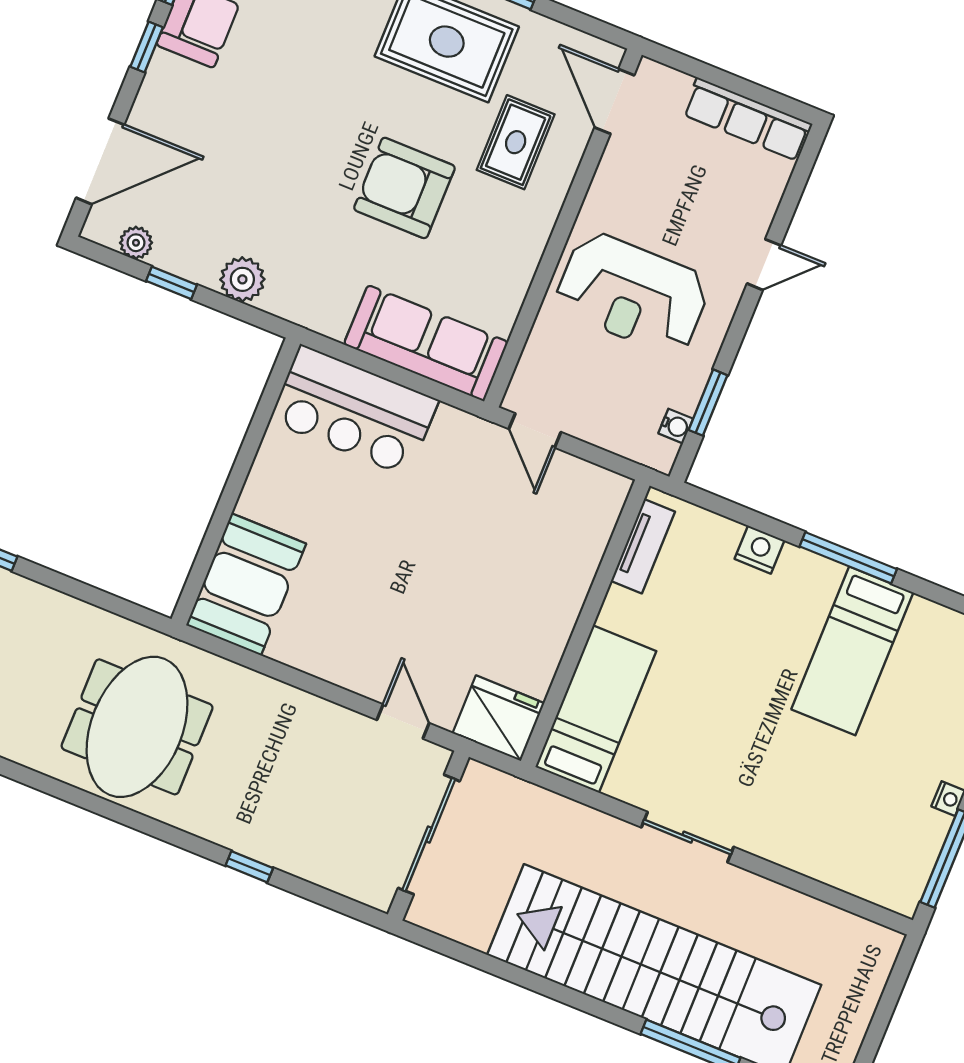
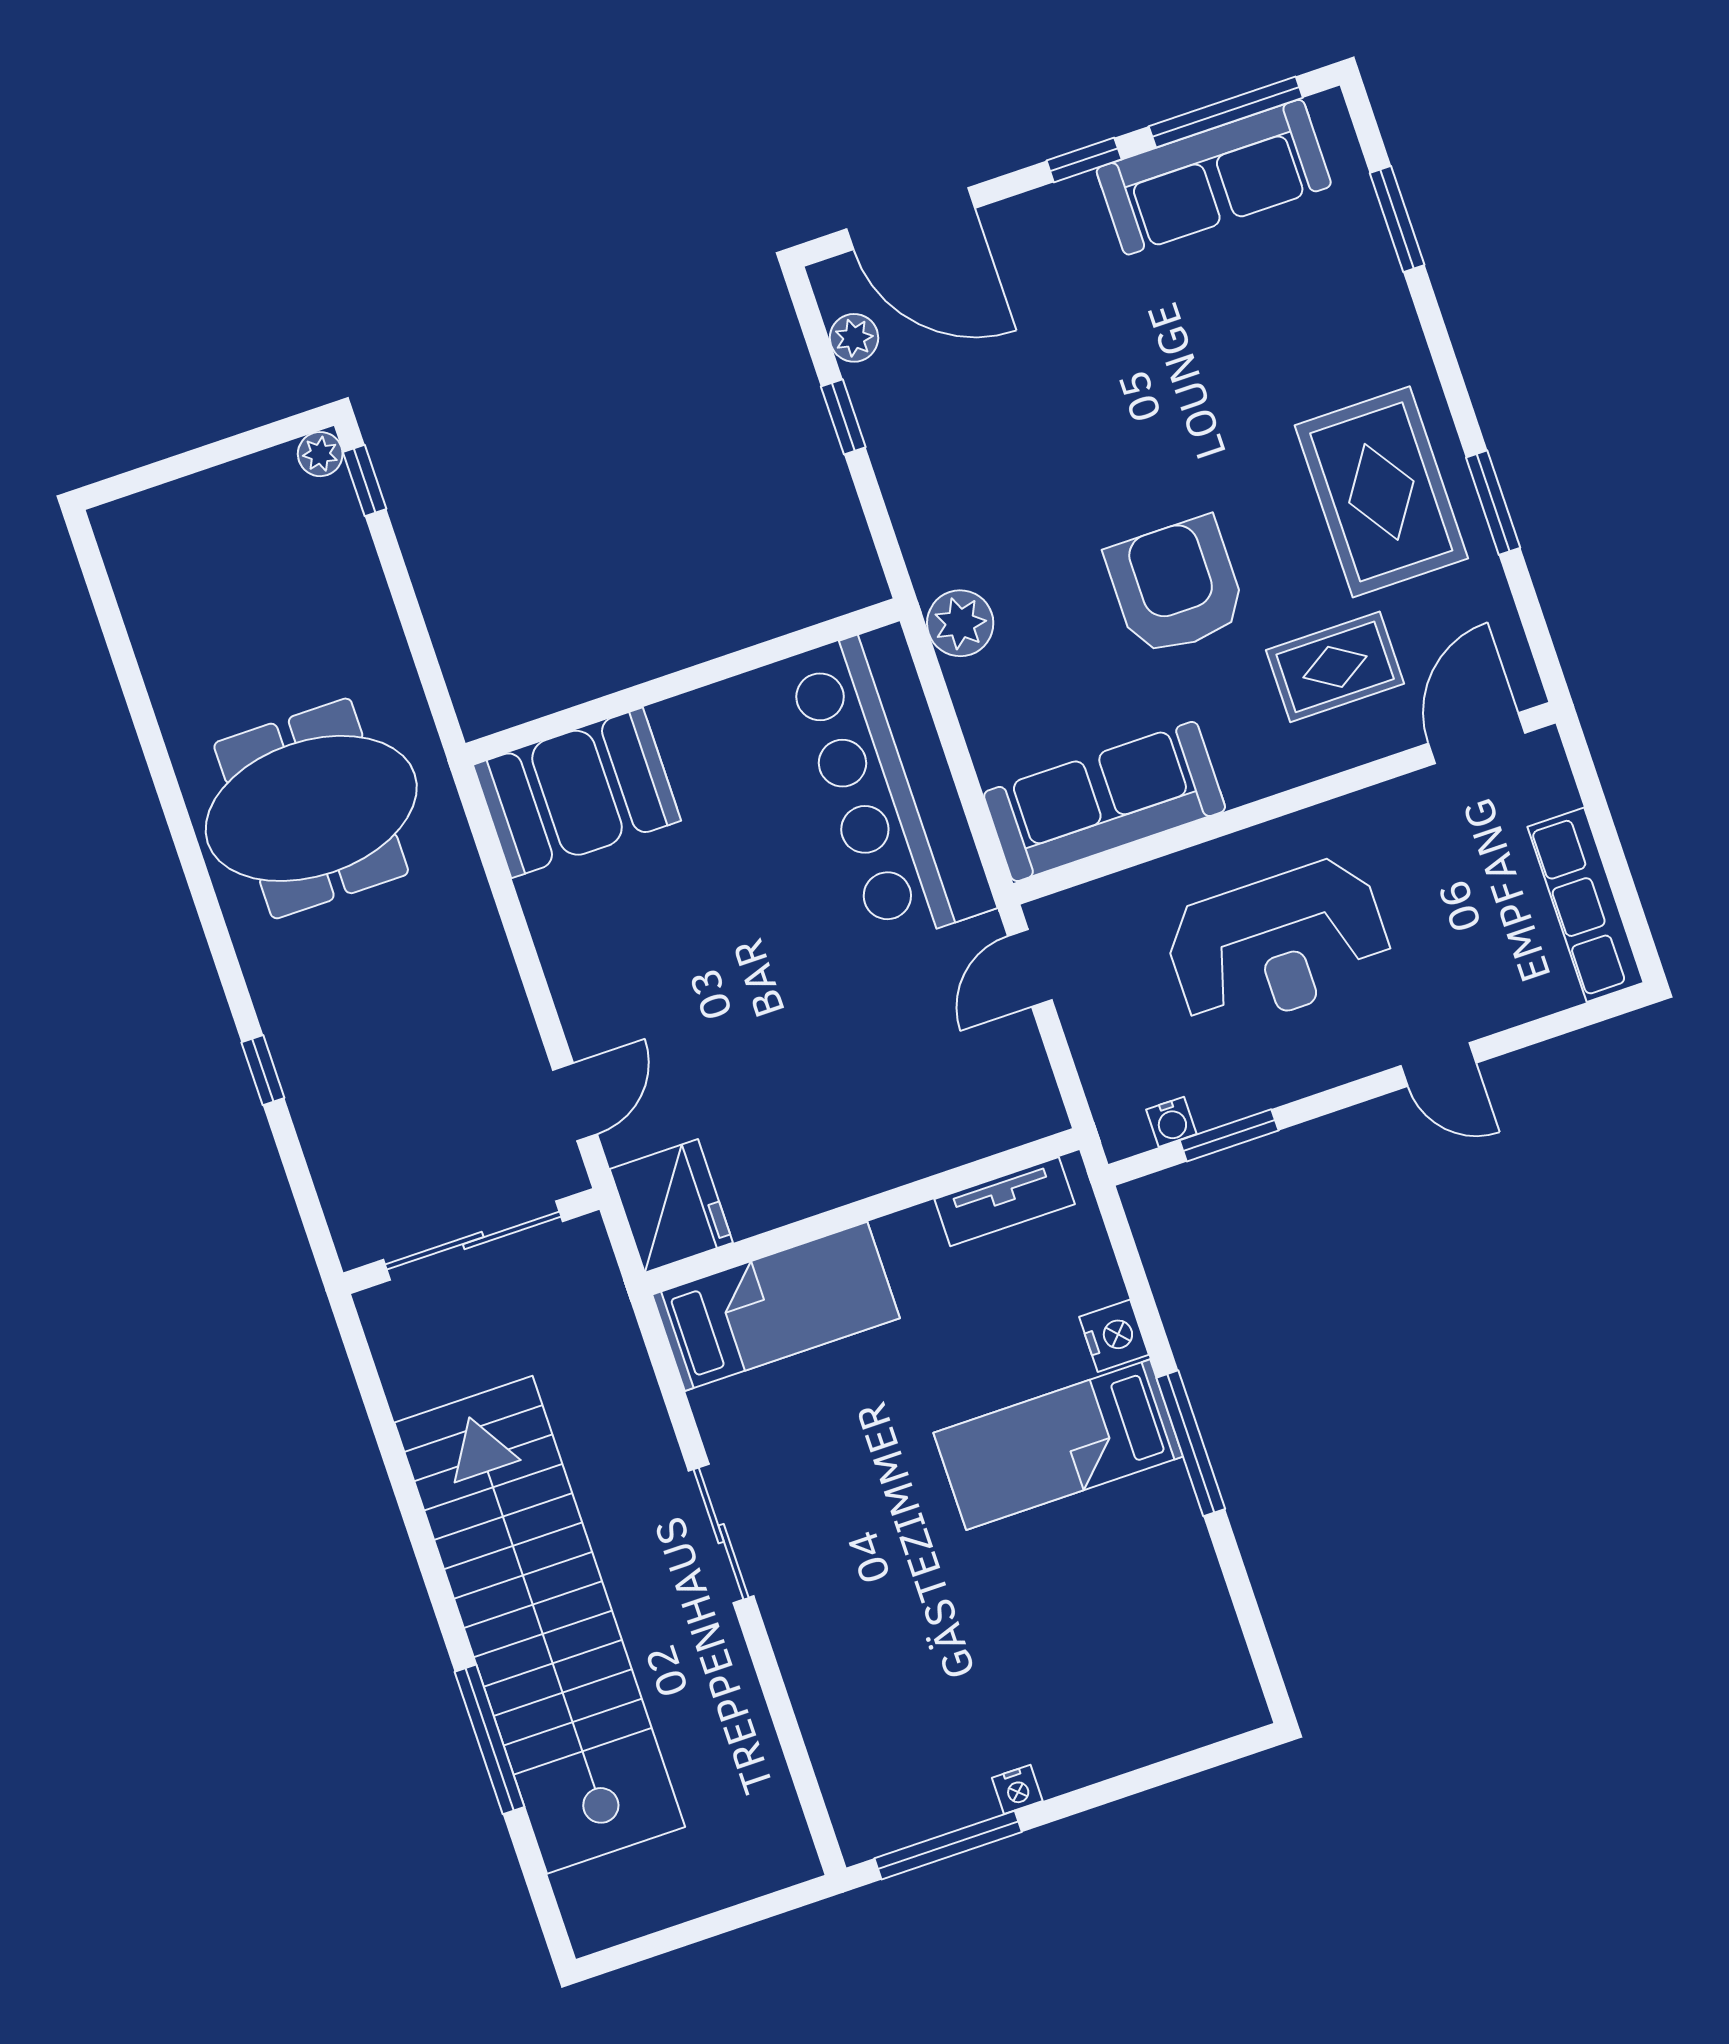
plant: (242, 279) -> (960, 623), moved
reception desk: (632, 294) -> (1278, 945), turned -90
sofa: (426, 343) -> (1105, 801), moved, turned -90
bar counter: (354, 410) -> (890, 784), width x1.36
bed: (852, 651) -> (1058, 1445), moved

